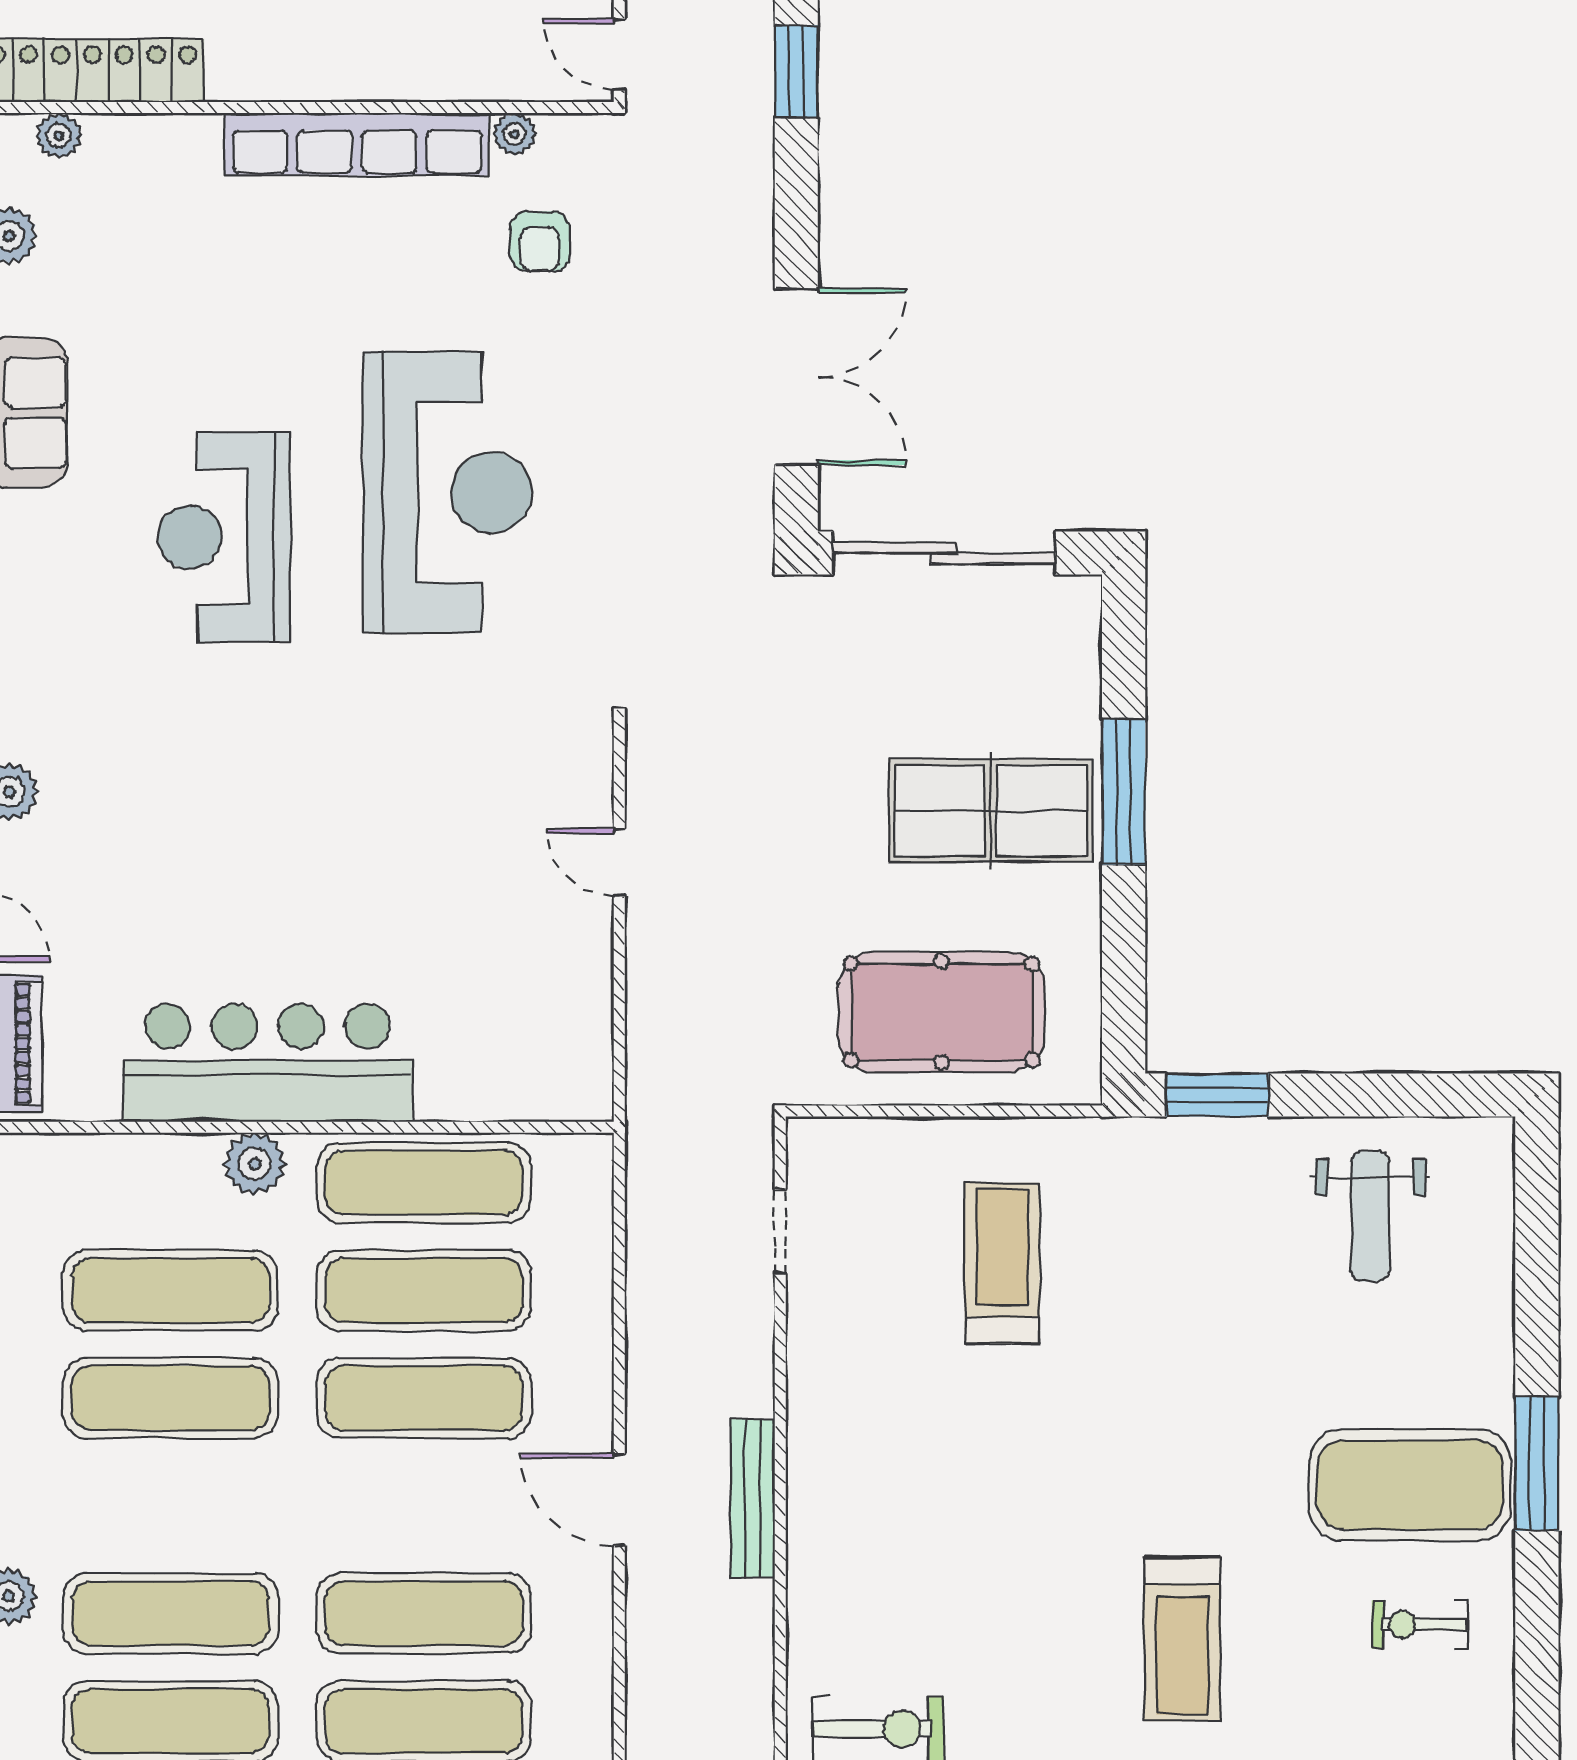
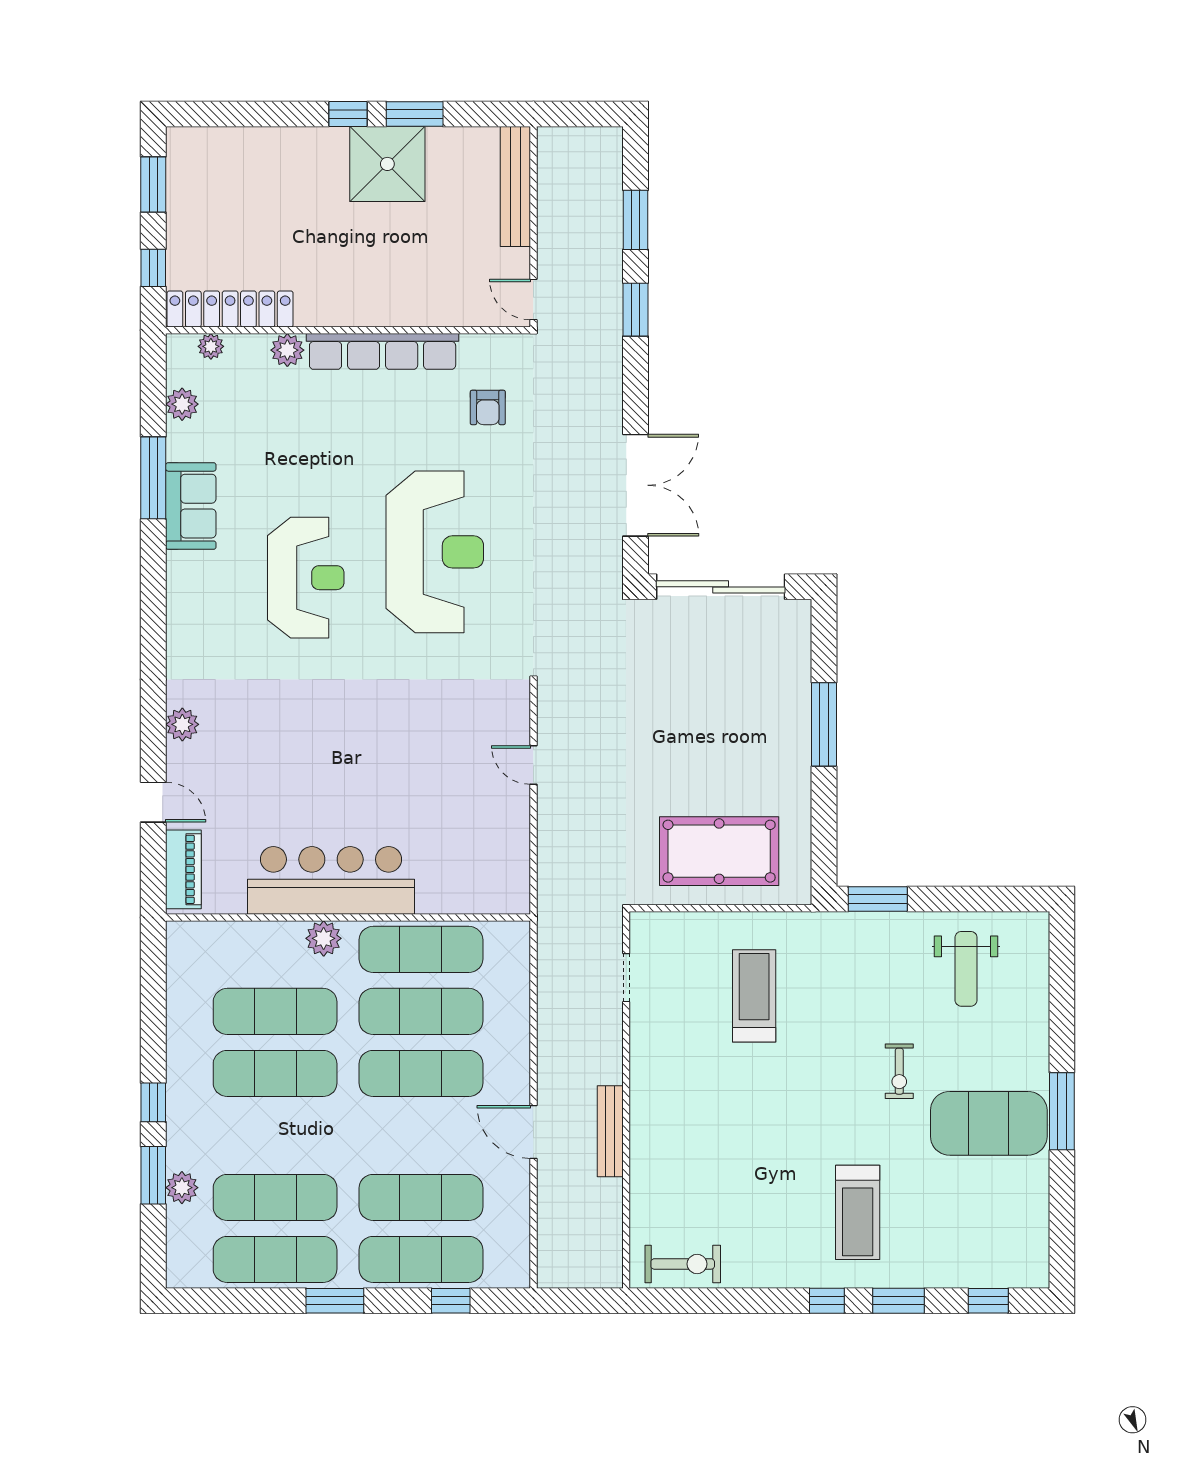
plant: (514, 134) -> (287, 350), moved, width x1.38, depth x1.38
reception desk: (224, 537) -> (306, 578), turned 180
table tennis table: (991, 811) -> (747, 735), removed
exercise bike: (1420, 1624) -> (899, 1071), moved, turned -90

